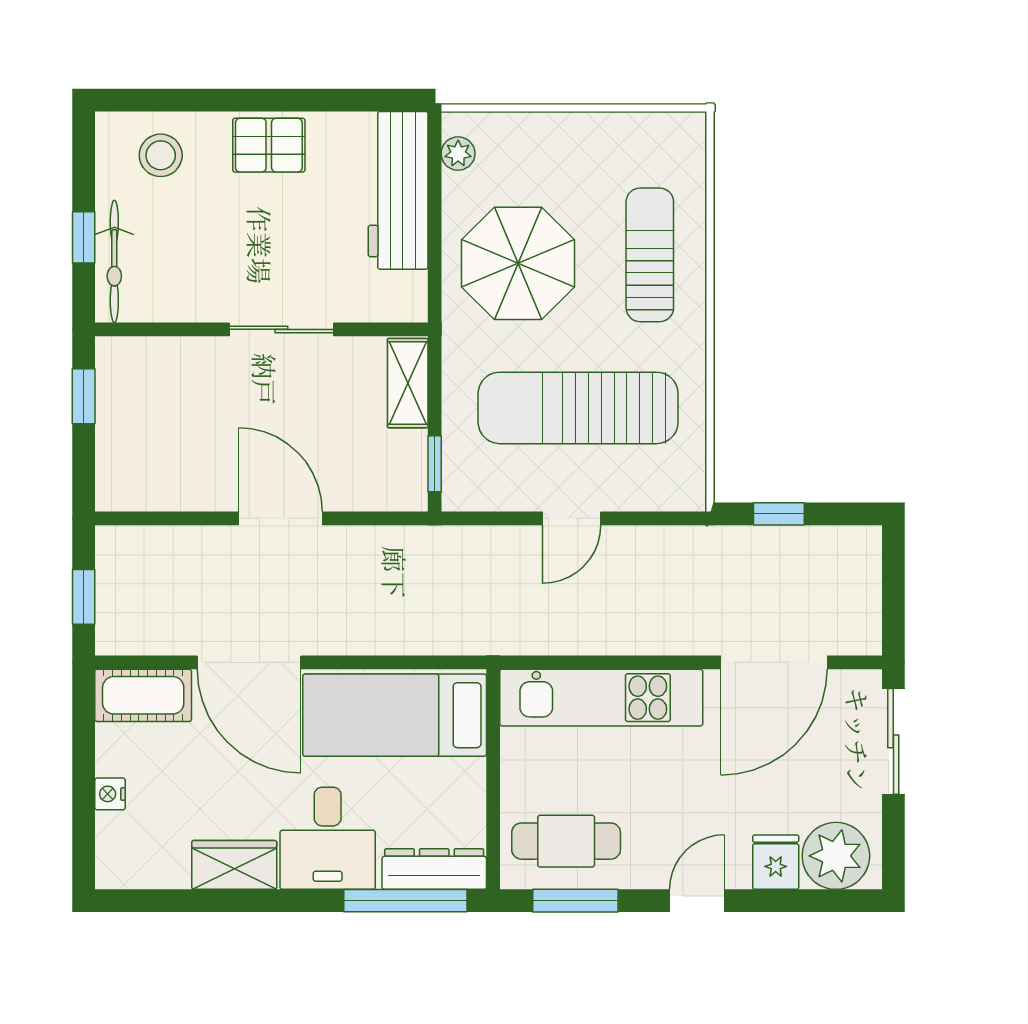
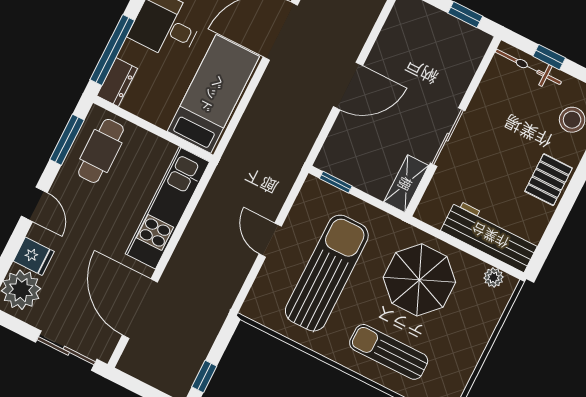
sun lounger: (650, 255) -> (389, 352), turned 180
shelving: (408, 383) -> (406, 184), moved, turned 90
window: (779, 514) -> (204, 376), moved
dresser: (434, 869) -> (117, 82), width x0.70

